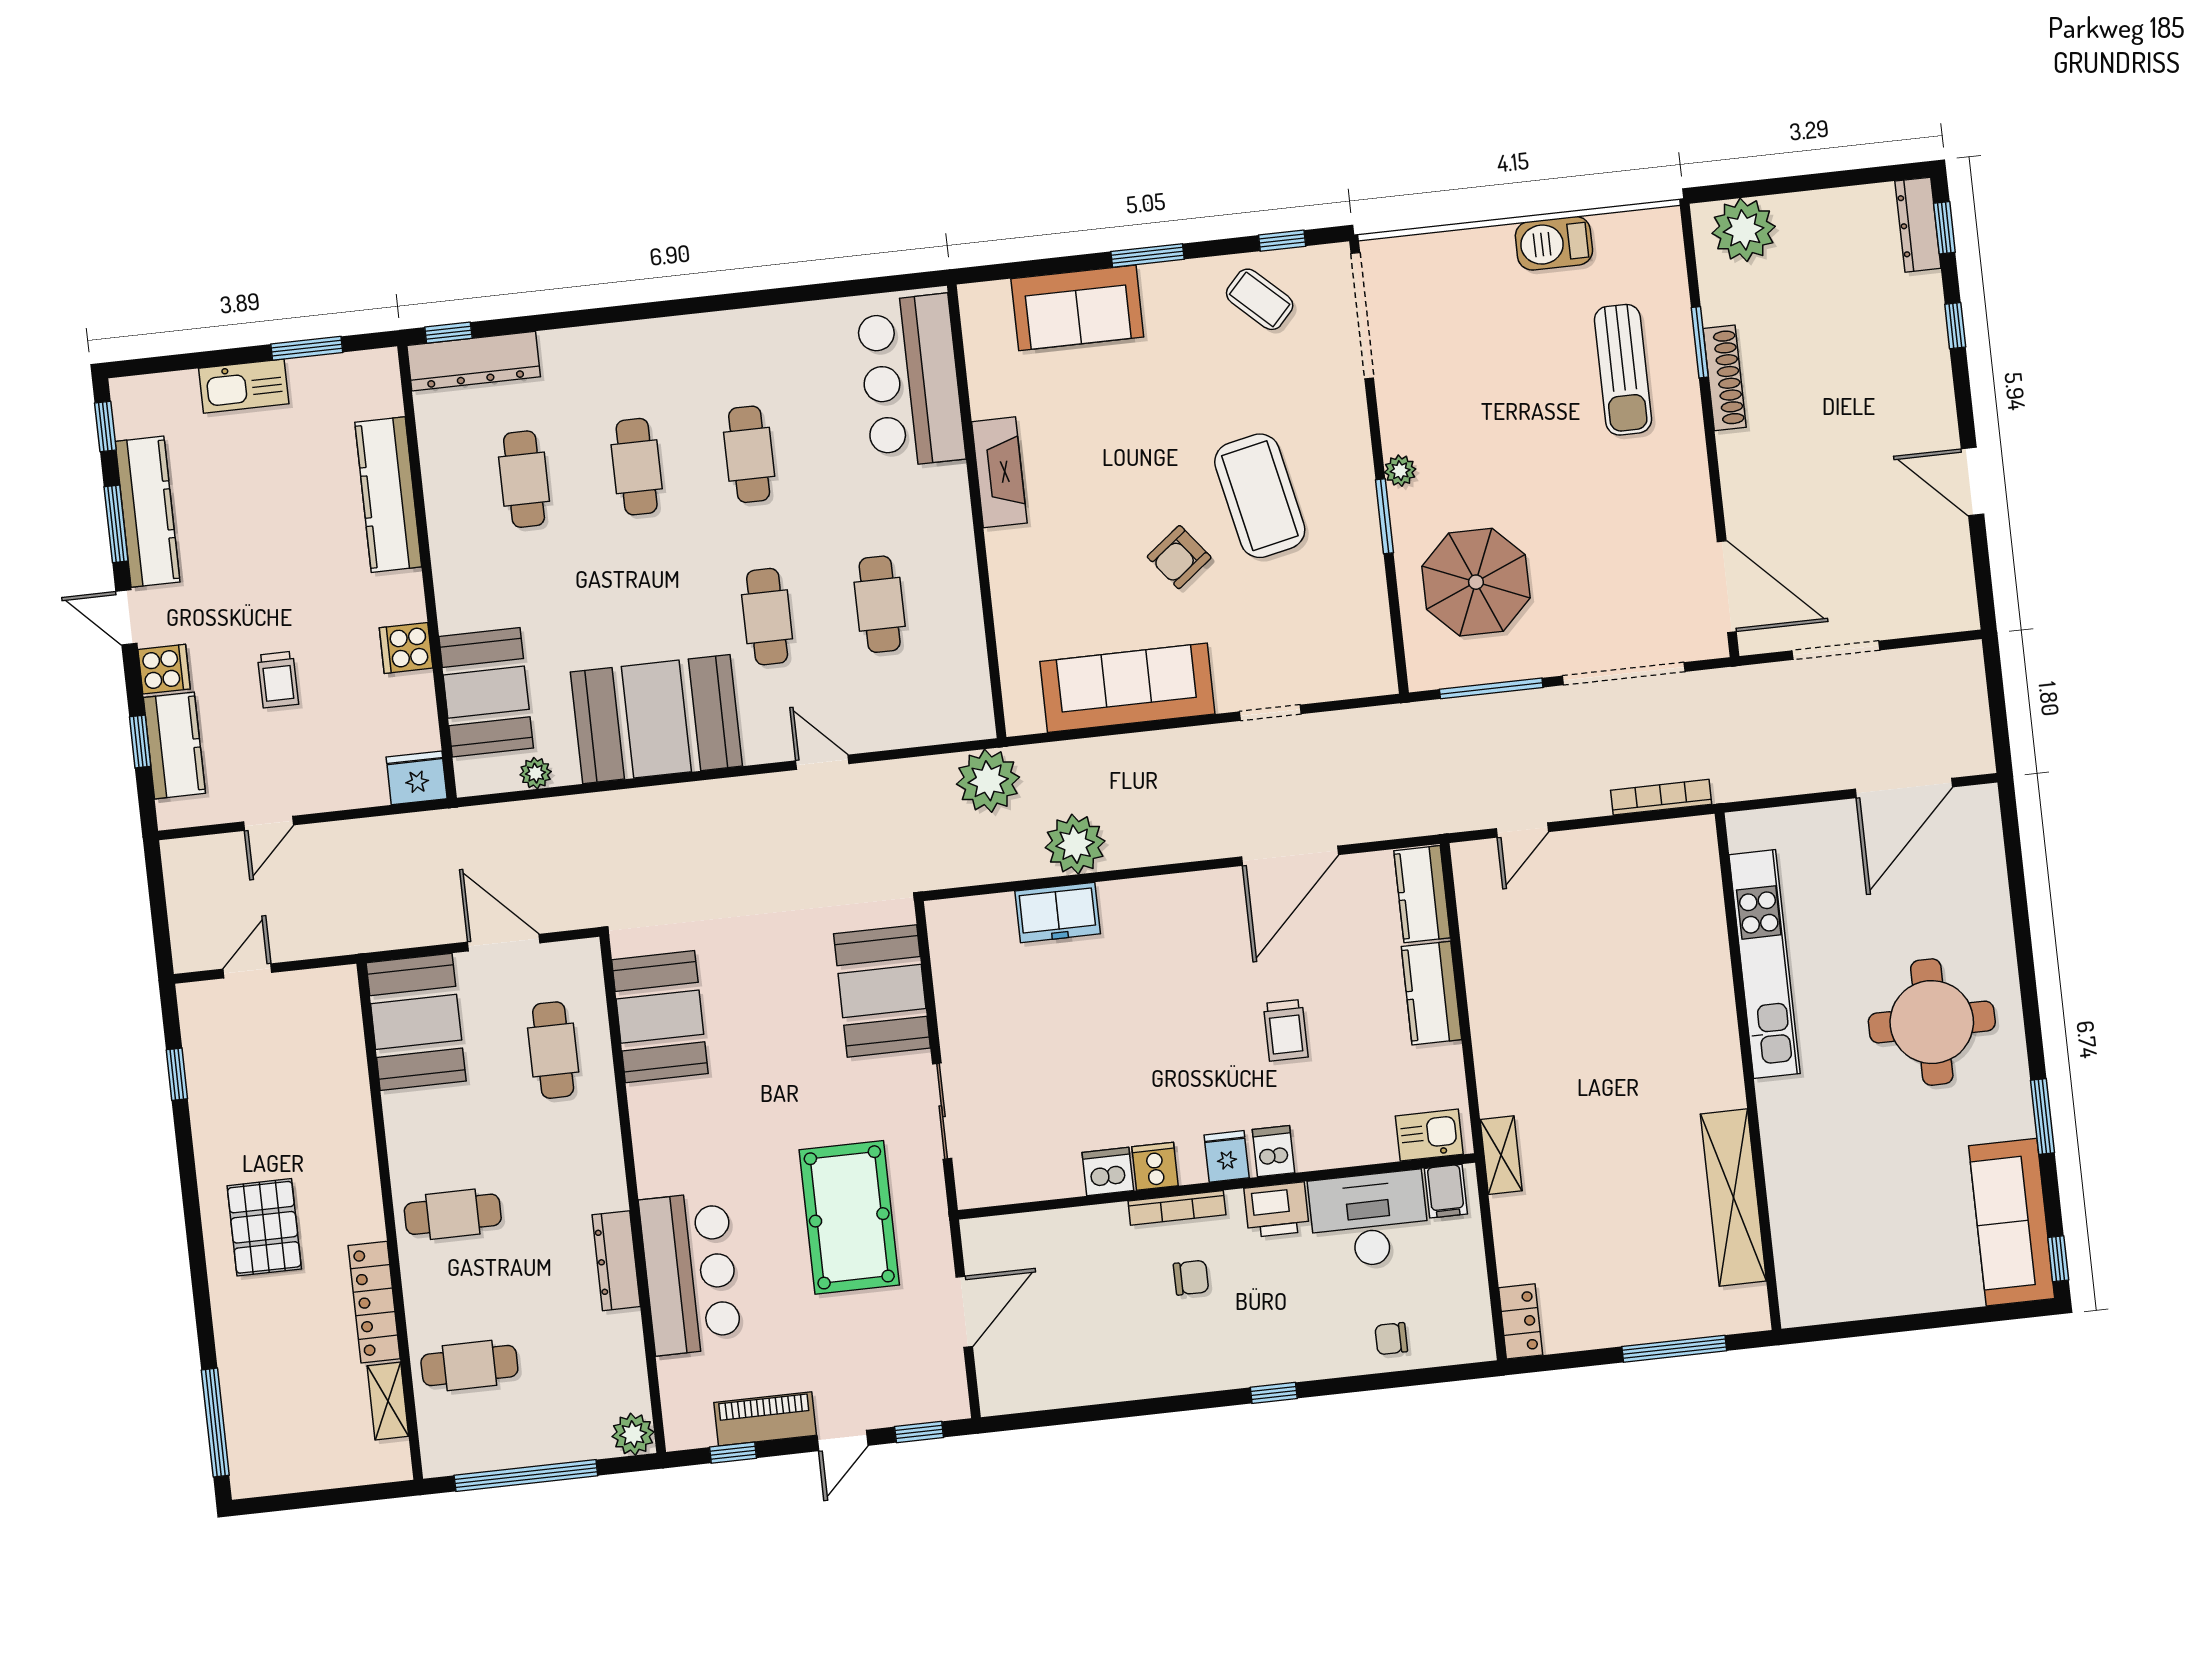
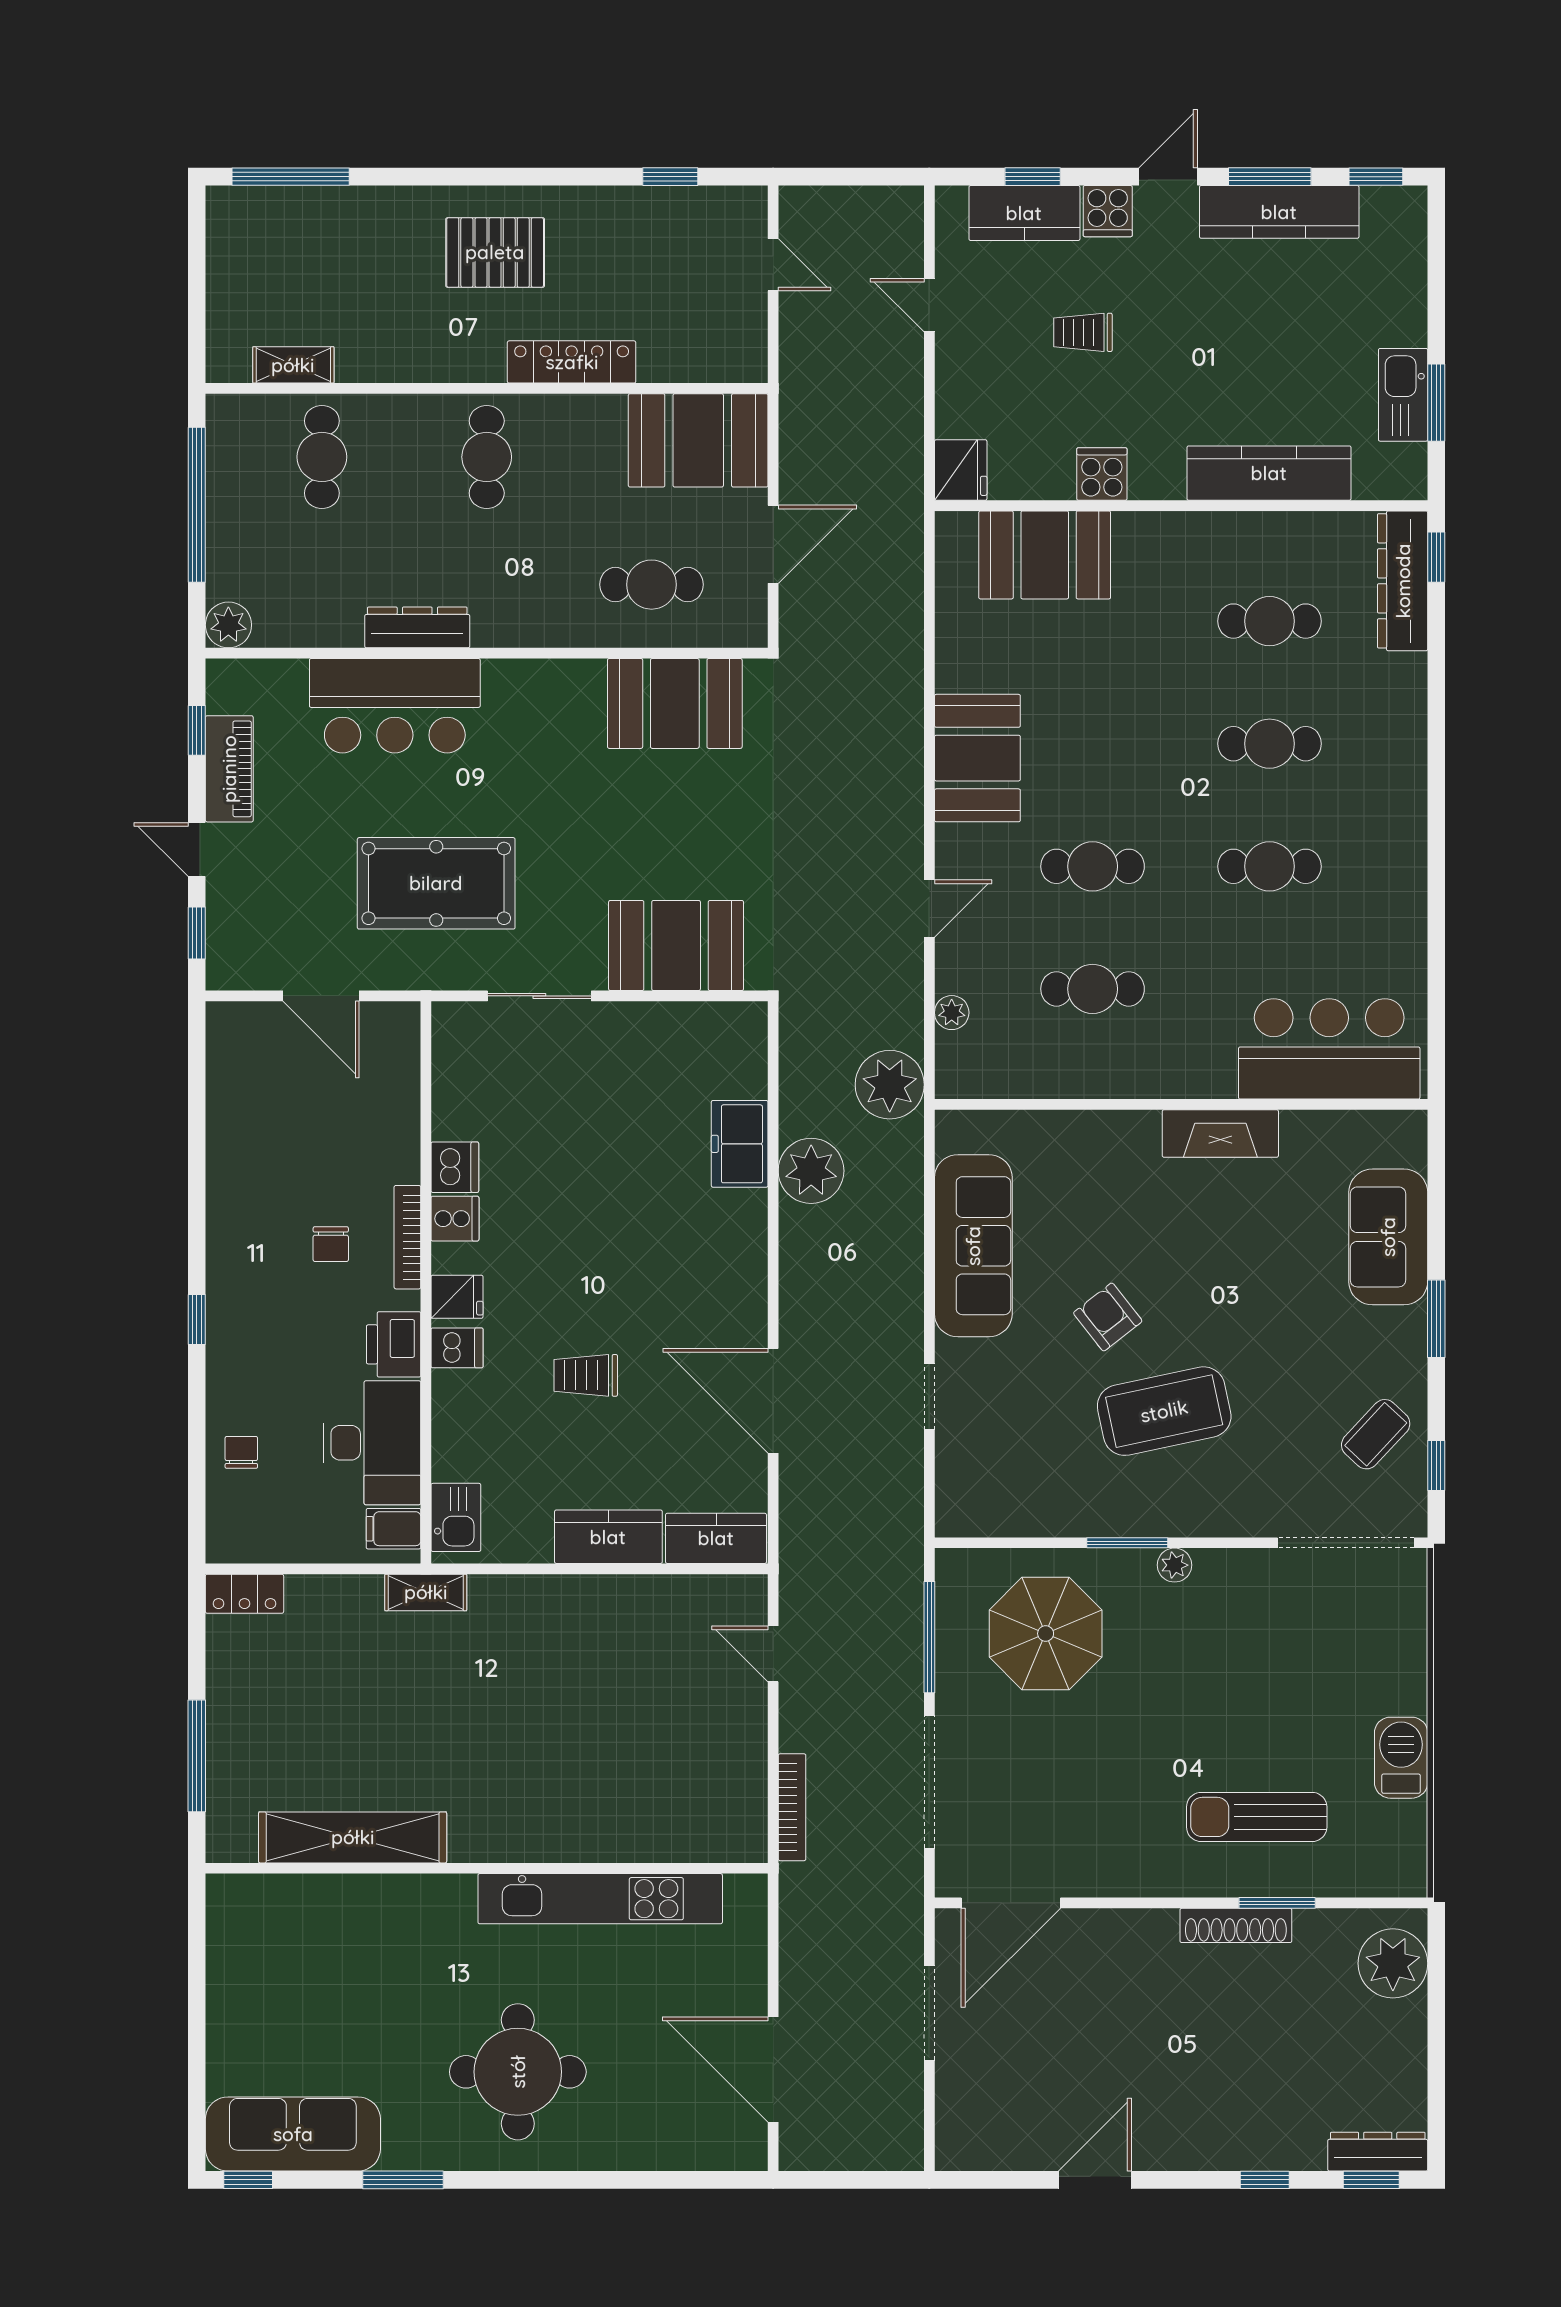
kitchen sink: (244, 386) -> (1403, 395), moved
booth: (656, 719) -> (977, 758), width x0.73, depth x0.70
plant: (536, 773) -> (952, 1013), moved
locker: (374, 1302) -> (572, 362), moved

